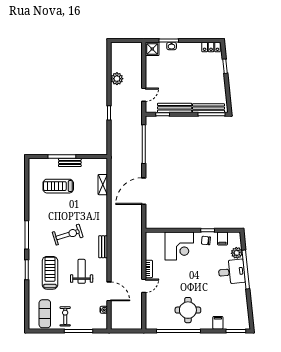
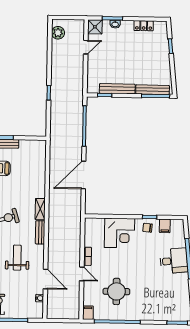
locker: (211, 47) -> (144, 26), moved
plant: (117, 79) -> (58, 33), moved
door: (144, 95) -> (86, 47), moved
shelving: (103, 185) -> (40, 209), moved
plant: (237, 253) -> (179, 241), removed
door: (144, 286) -> (82, 274), hinge flipped
round table: (188, 310) -> (116, 291), moved
filing cabinet: (218, 323) -> (88, 313), moved

